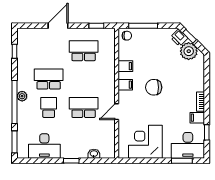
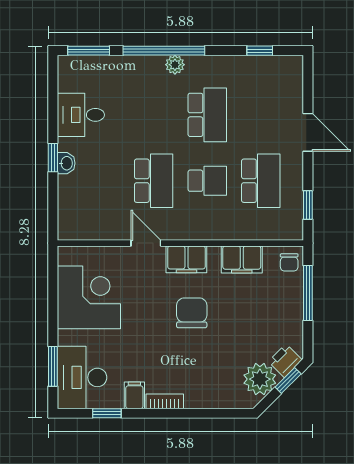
filing cabinet: (125, 66) -> (242, 259), width x2.00
filing cabinet: (125, 85) -> (186, 259), width x2.00
school desk: (49, 107) -> (207, 181), moved
desk: (44, 146) -> (81, 115), width x0.73
washbasin: (94, 154) -> (66, 163), moved

